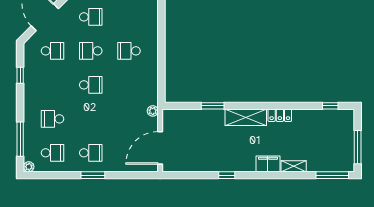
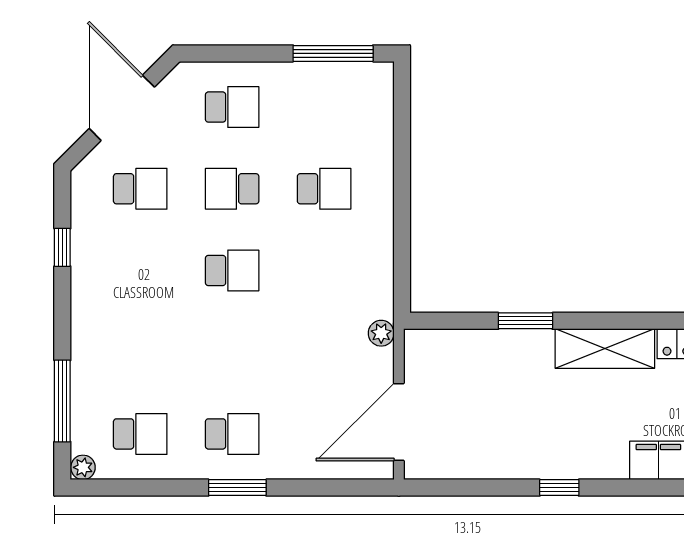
school desk: (129, 51) -> (324, 189), turned 180
school desk: (52, 119) -> (140, 352), removed

